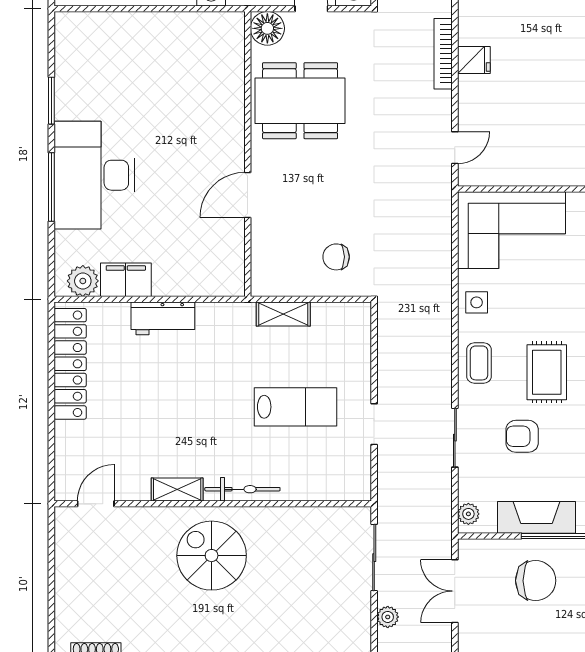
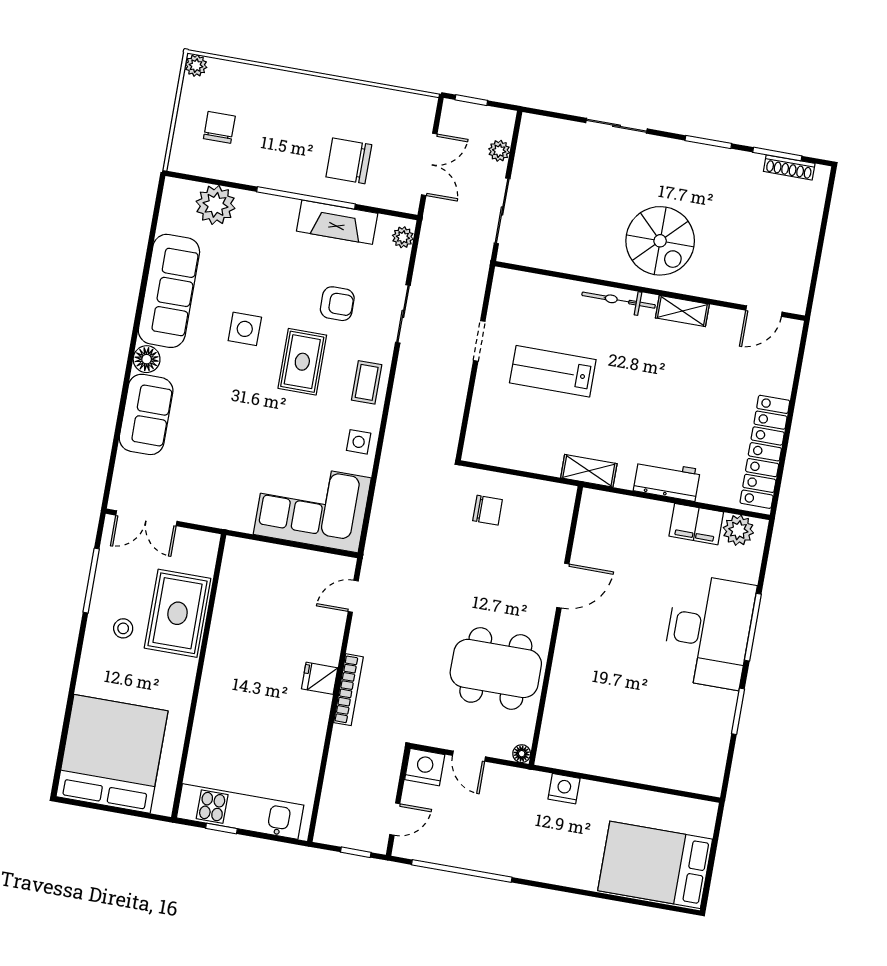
floor lamp: (267, 28) -> (522, 754), width x0.53, depth x0.53
shelving: (283, 314) -> (589, 471), moved

